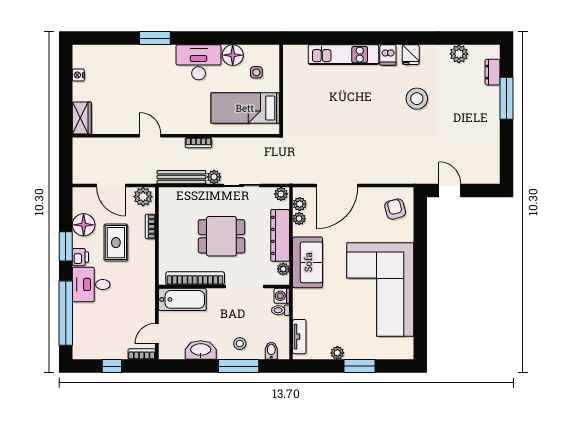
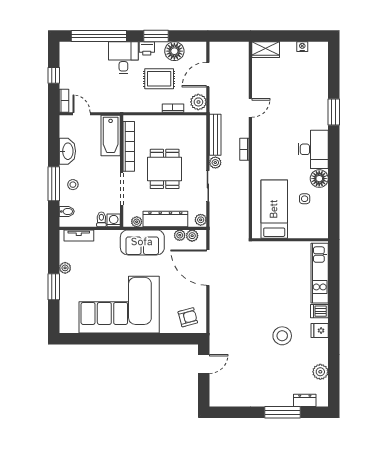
wall: (281, 89) -> (290, 240), moved
bed: (245, 108) -> (274, 209), moved

